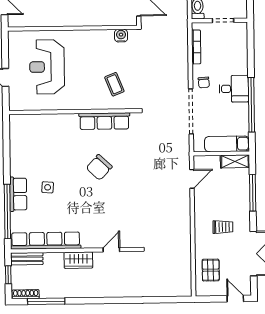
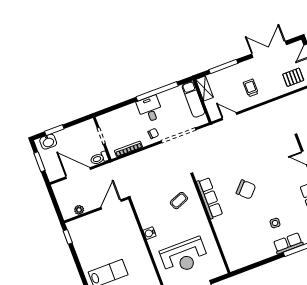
water cooler: (121, 36) -> (150, 233), moved
trolley: (223, 227) -> (251, 88), moved

